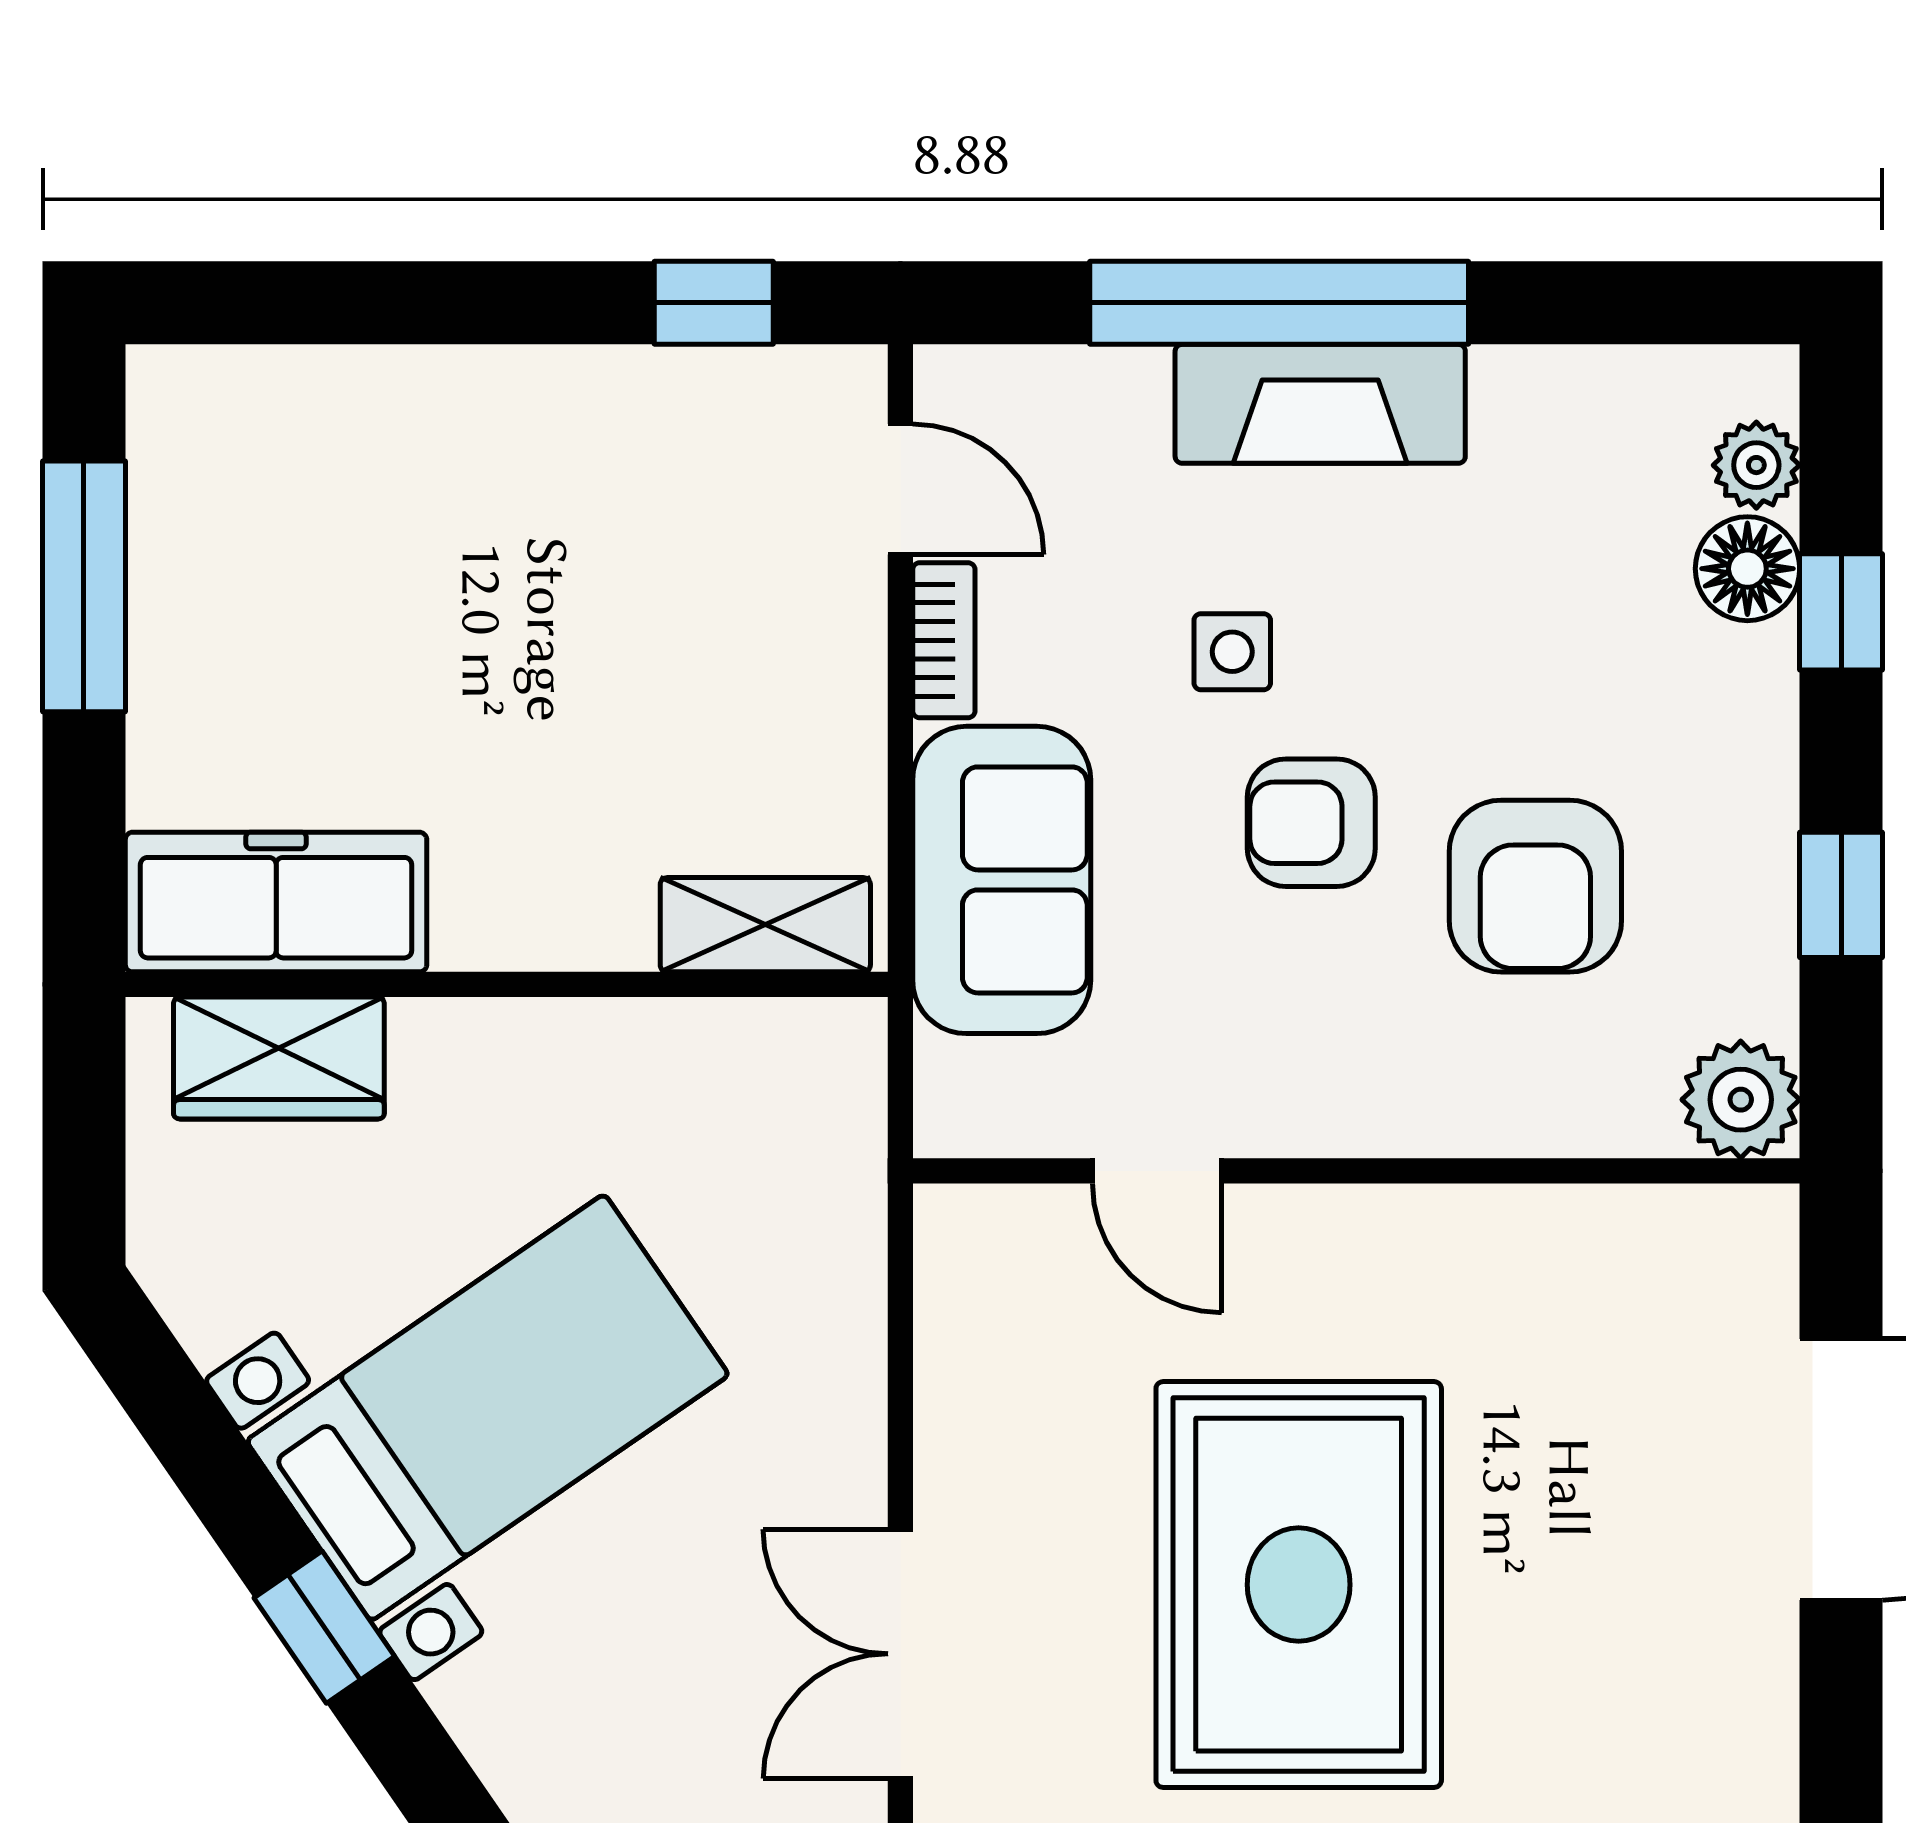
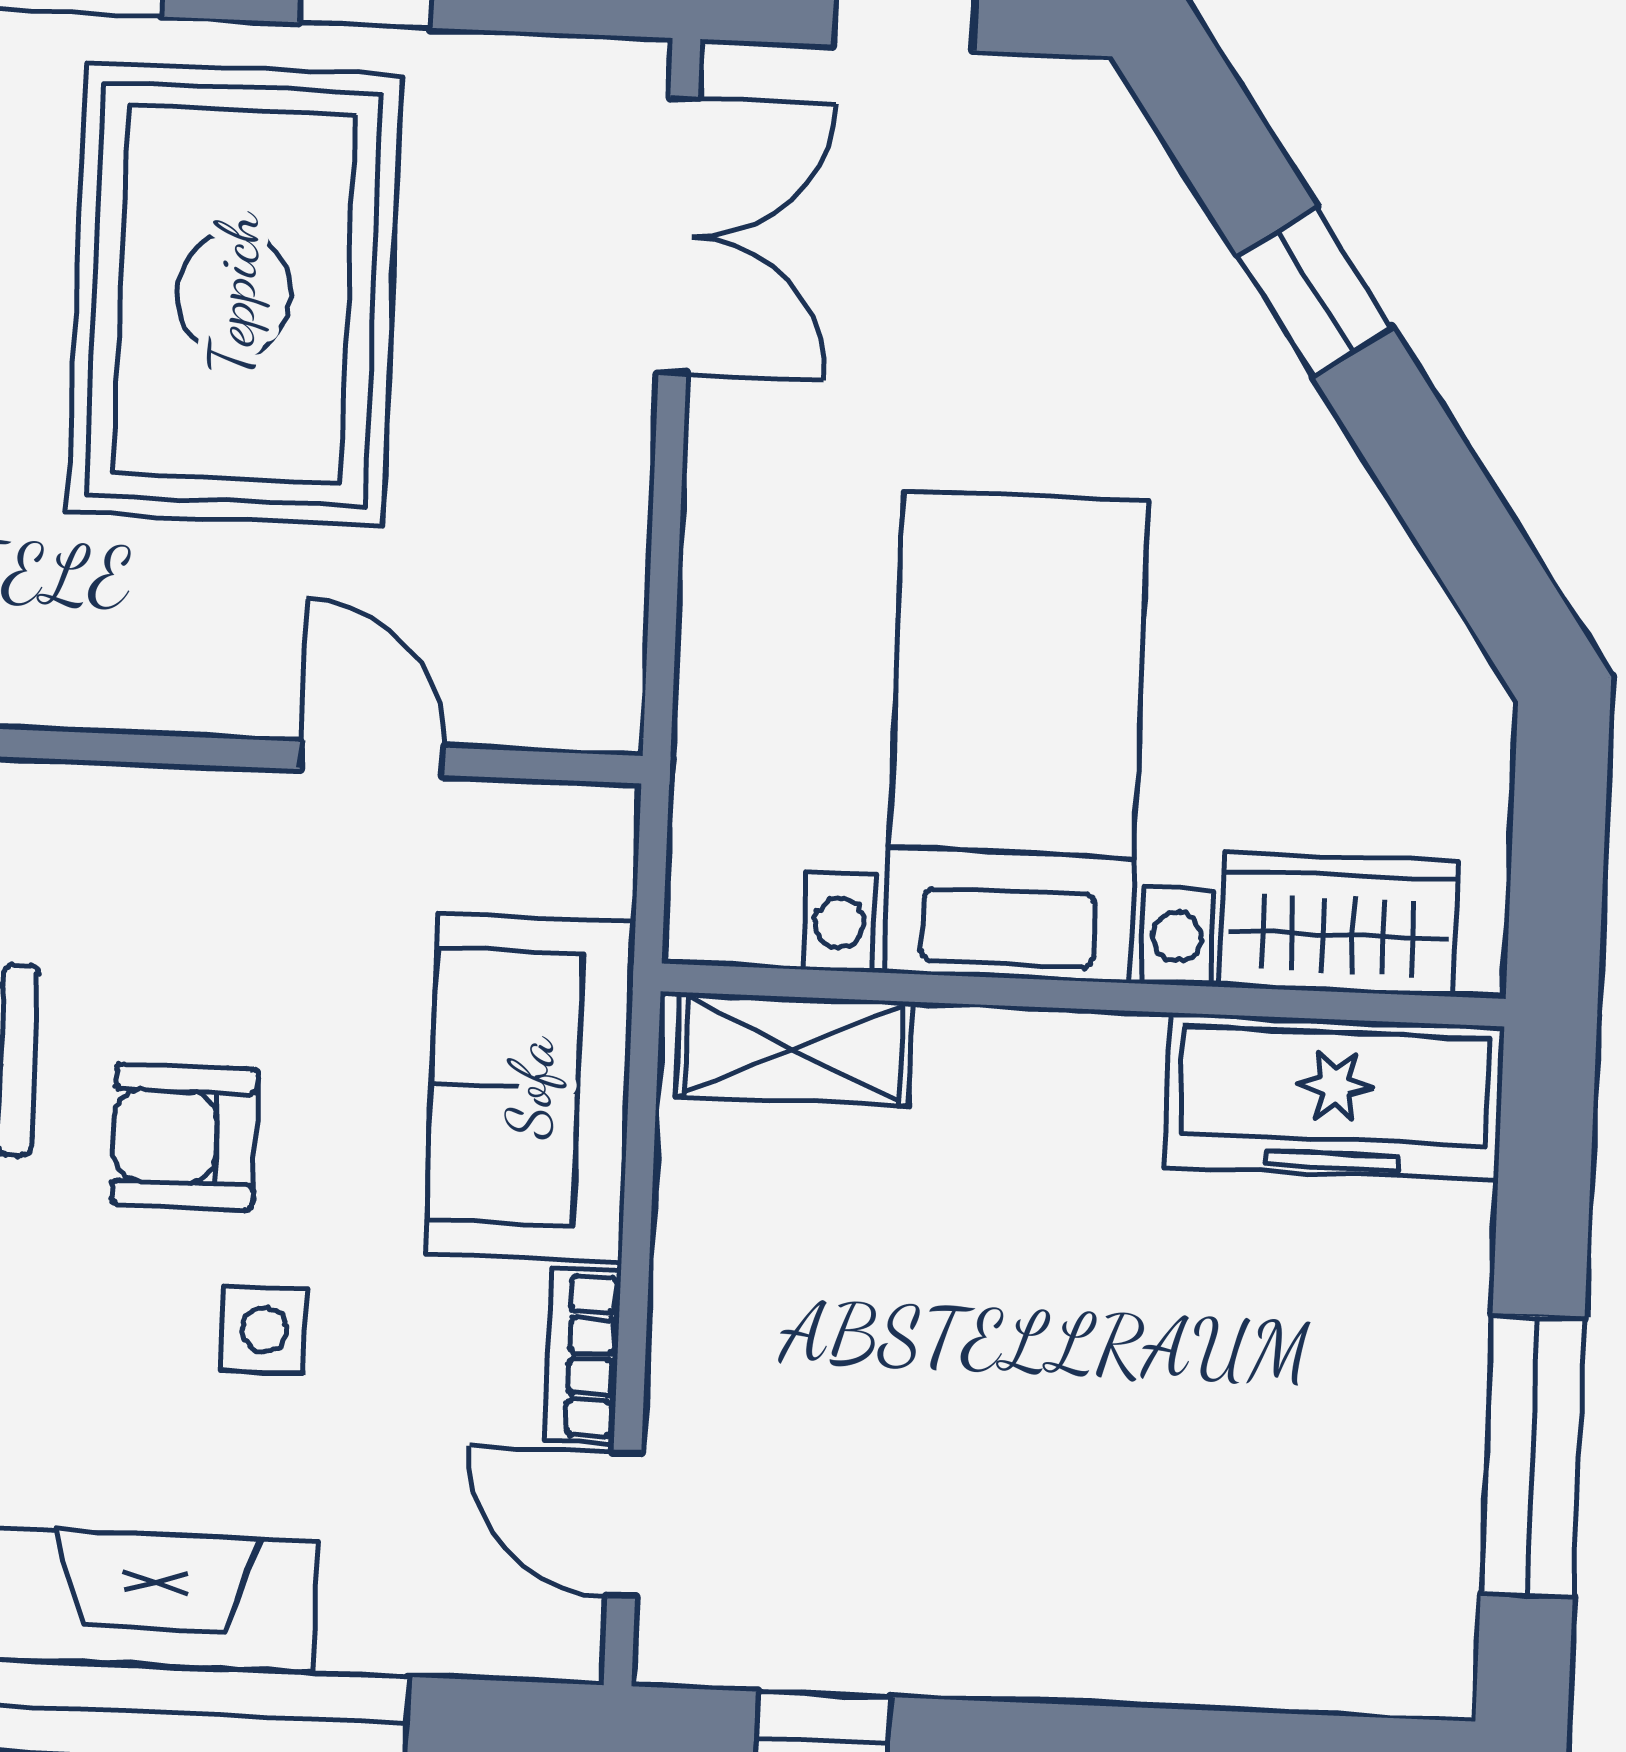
armchair: (1311, 823) -> (185, 1137), turned 180
bed with nightstands: (488, 1408) -> (1016, 737), moved, turned 125

